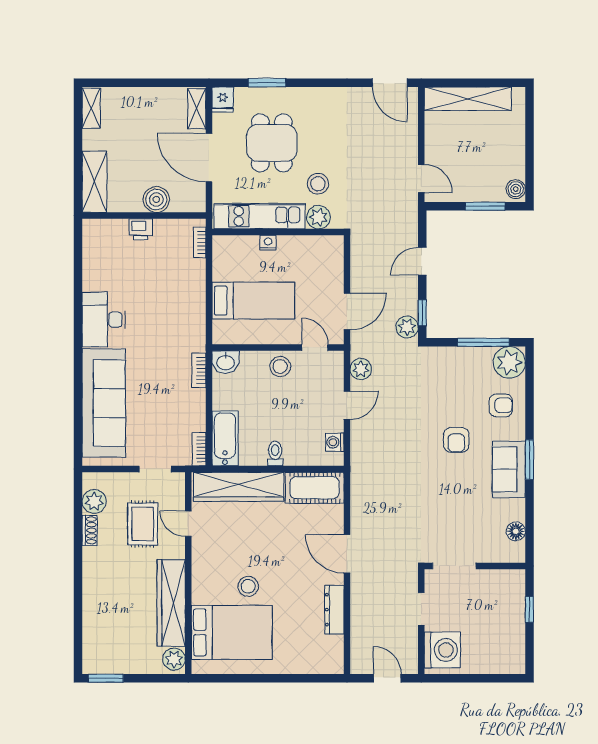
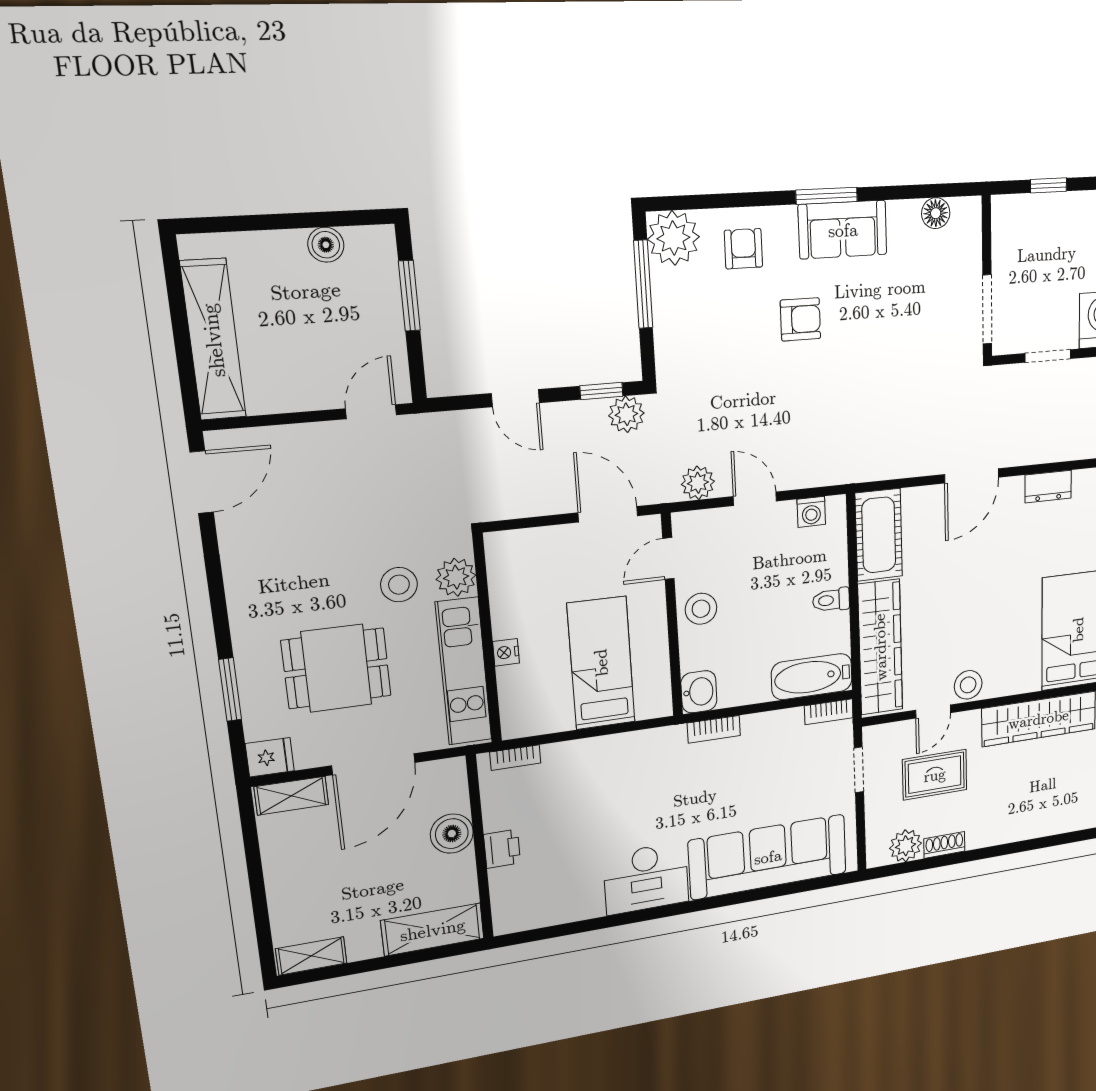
boiler: (516, 189) -> (326, 245), moved
stool: (248, 586) -> (968, 685), moved
dresser: (334, 610) -> (1048, 487), width x0.70

